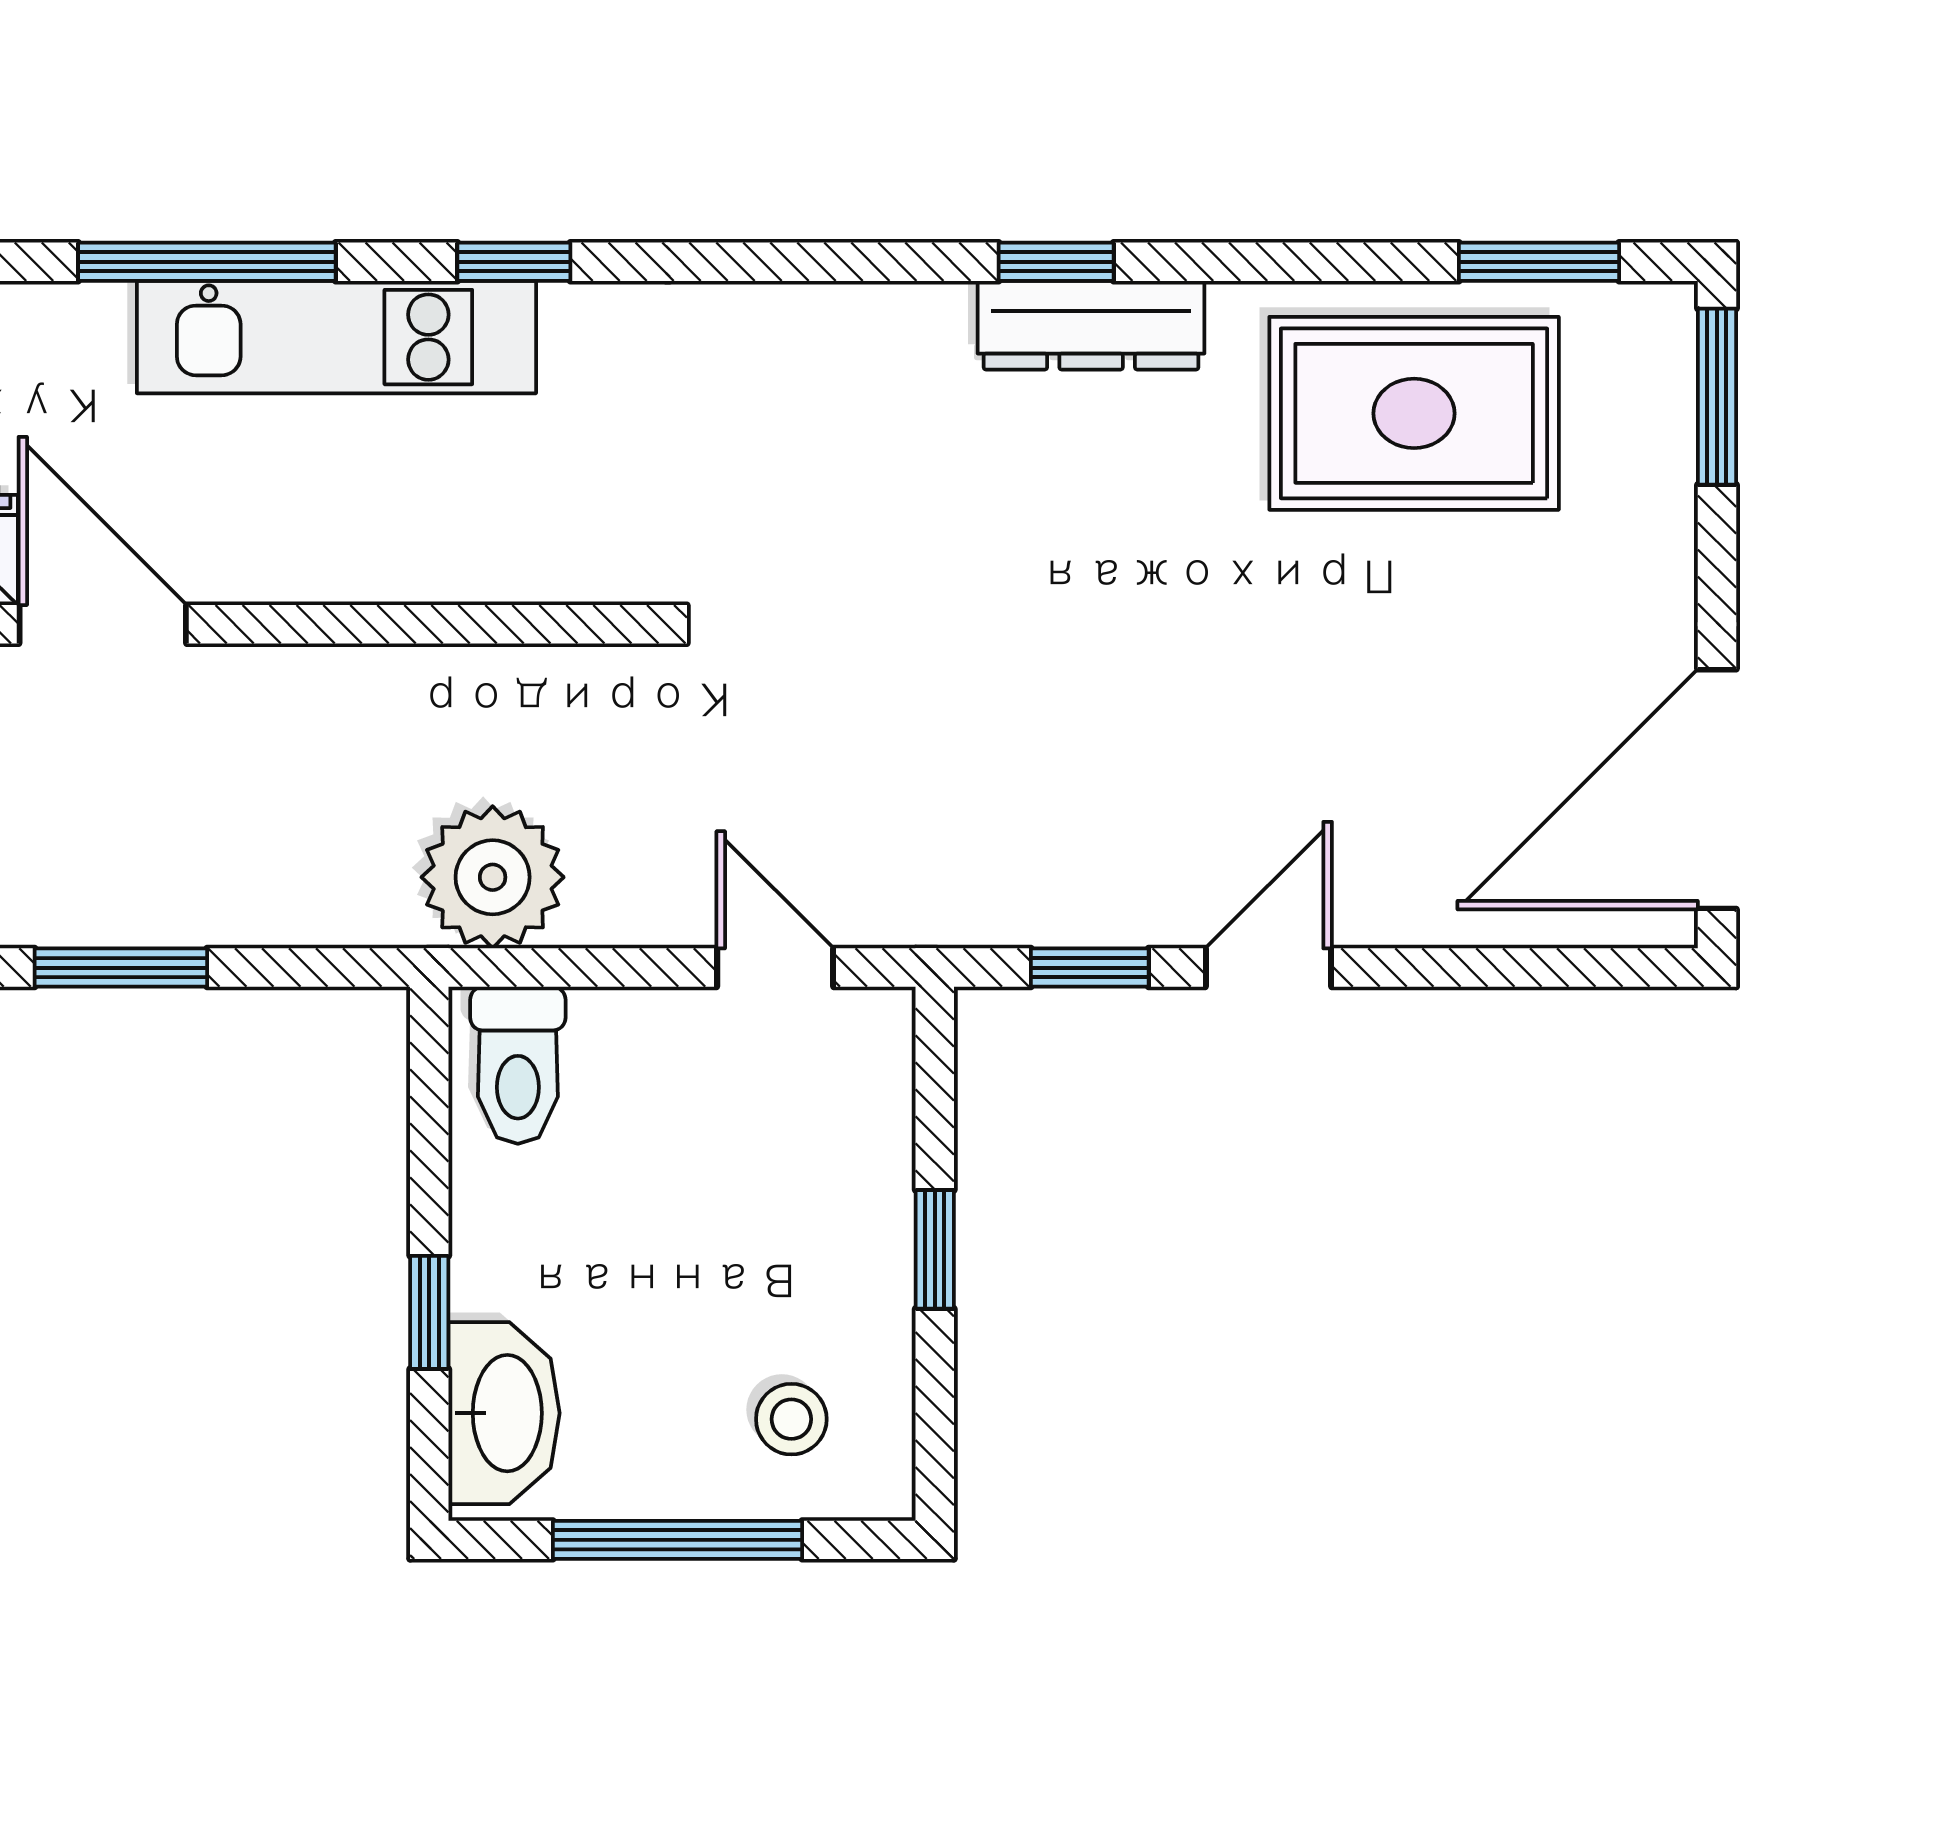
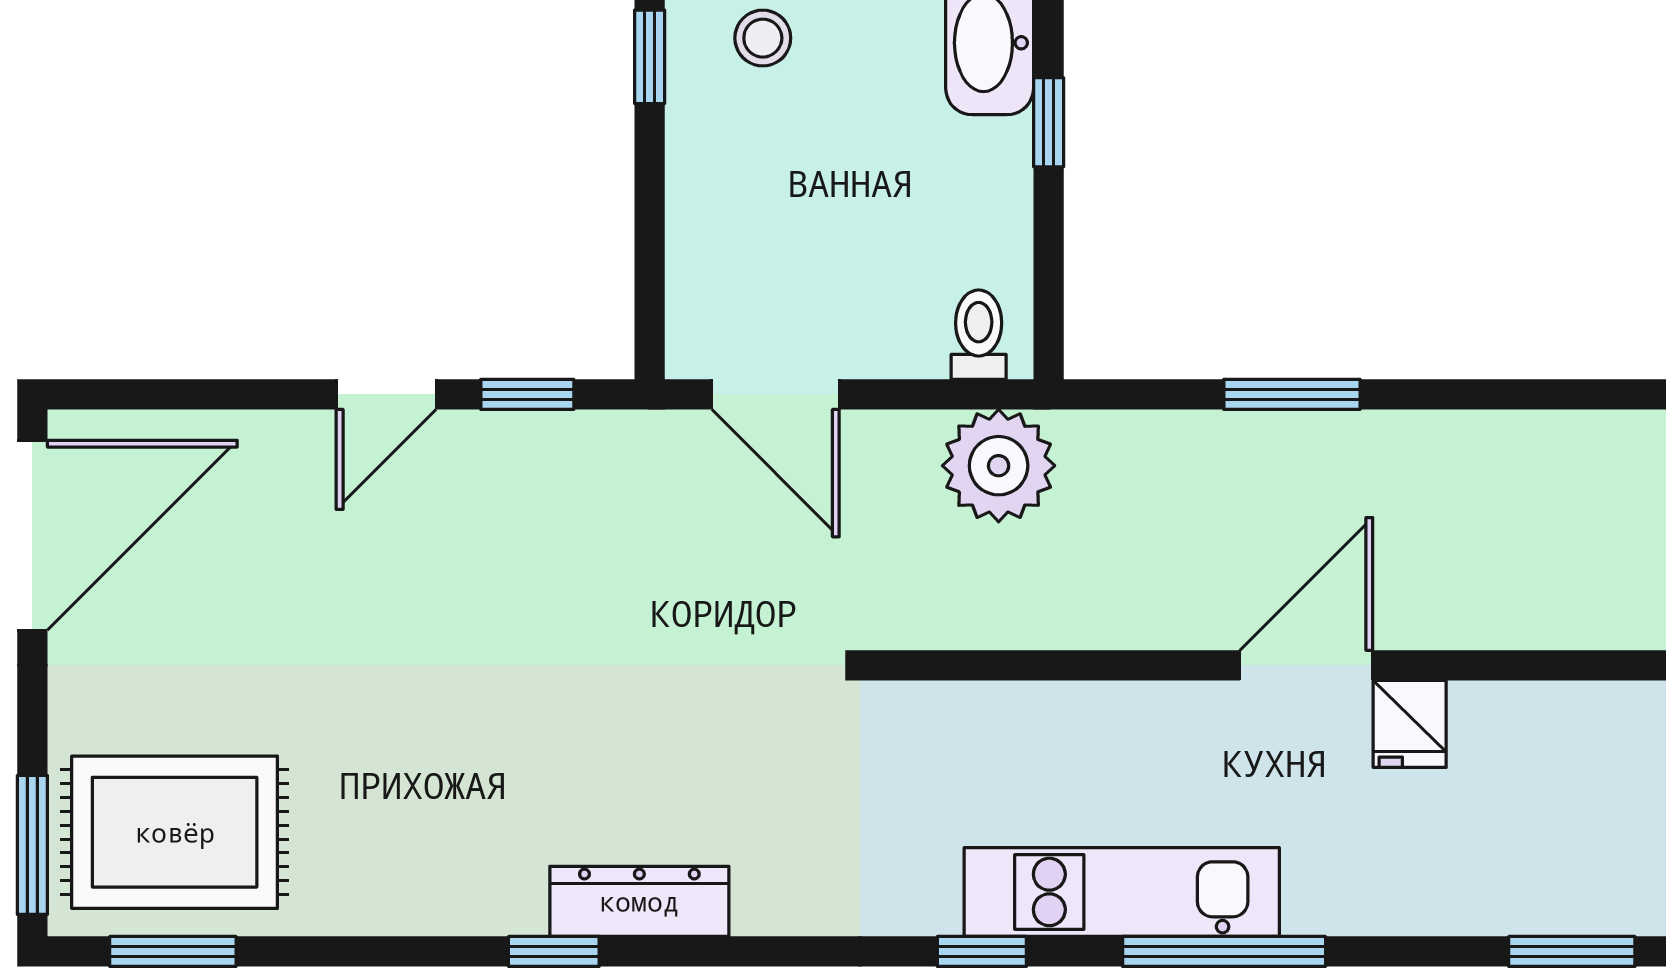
dresser: (1091, 325) -> (639, 901), moved
rug: (1414, 413) -> (175, 832), moved
door: (103, 624) -> (1306, 665), swing flipped
door: (775, 968) -> (776, 394), width x1.38
toilet: (518, 1065) -> (979, 335), width x0.73, depth x0.72
window: (935, 1249) -> (650, 57), moved

